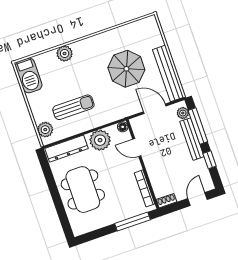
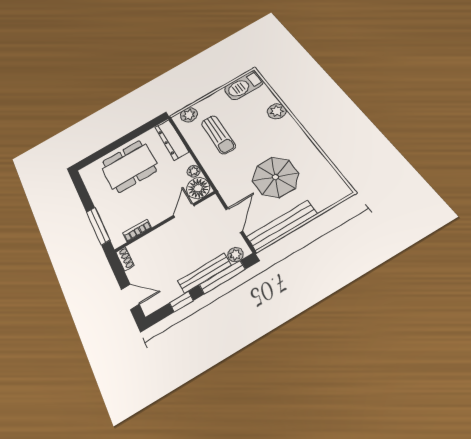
floor lamp: (123, 127) -> (198, 188), width x1.89, depth x1.89
plant: (100, 140) -> (194, 171), width x0.53, depth x0.53
bookcase: (145, 188) -> (137, 230), width x0.64

